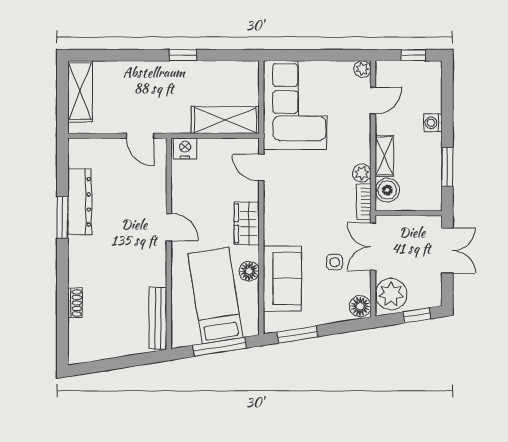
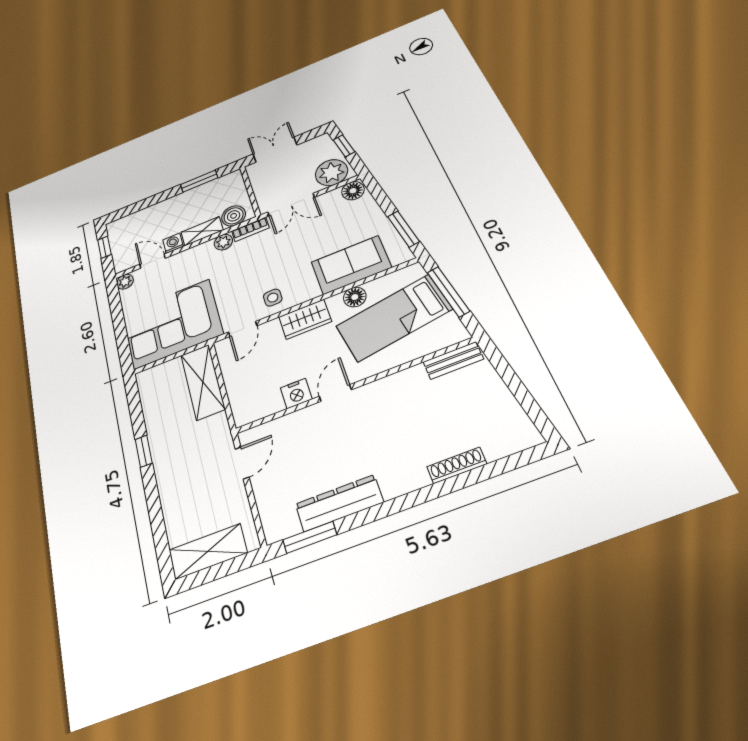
washing machine: (433, 123) -> (173, 243), moved, turned 180
nightstand: (185, 148) -> (296, 394), moved, turned -90
window: (62, 217) -> (310, 537), moved
side table: (335, 262) -> (273, 298), moved
shoe rack: (75, 303) -> (457, 465), width x1.43
bench: (158, 318) -> (453, 360), width x0.73

